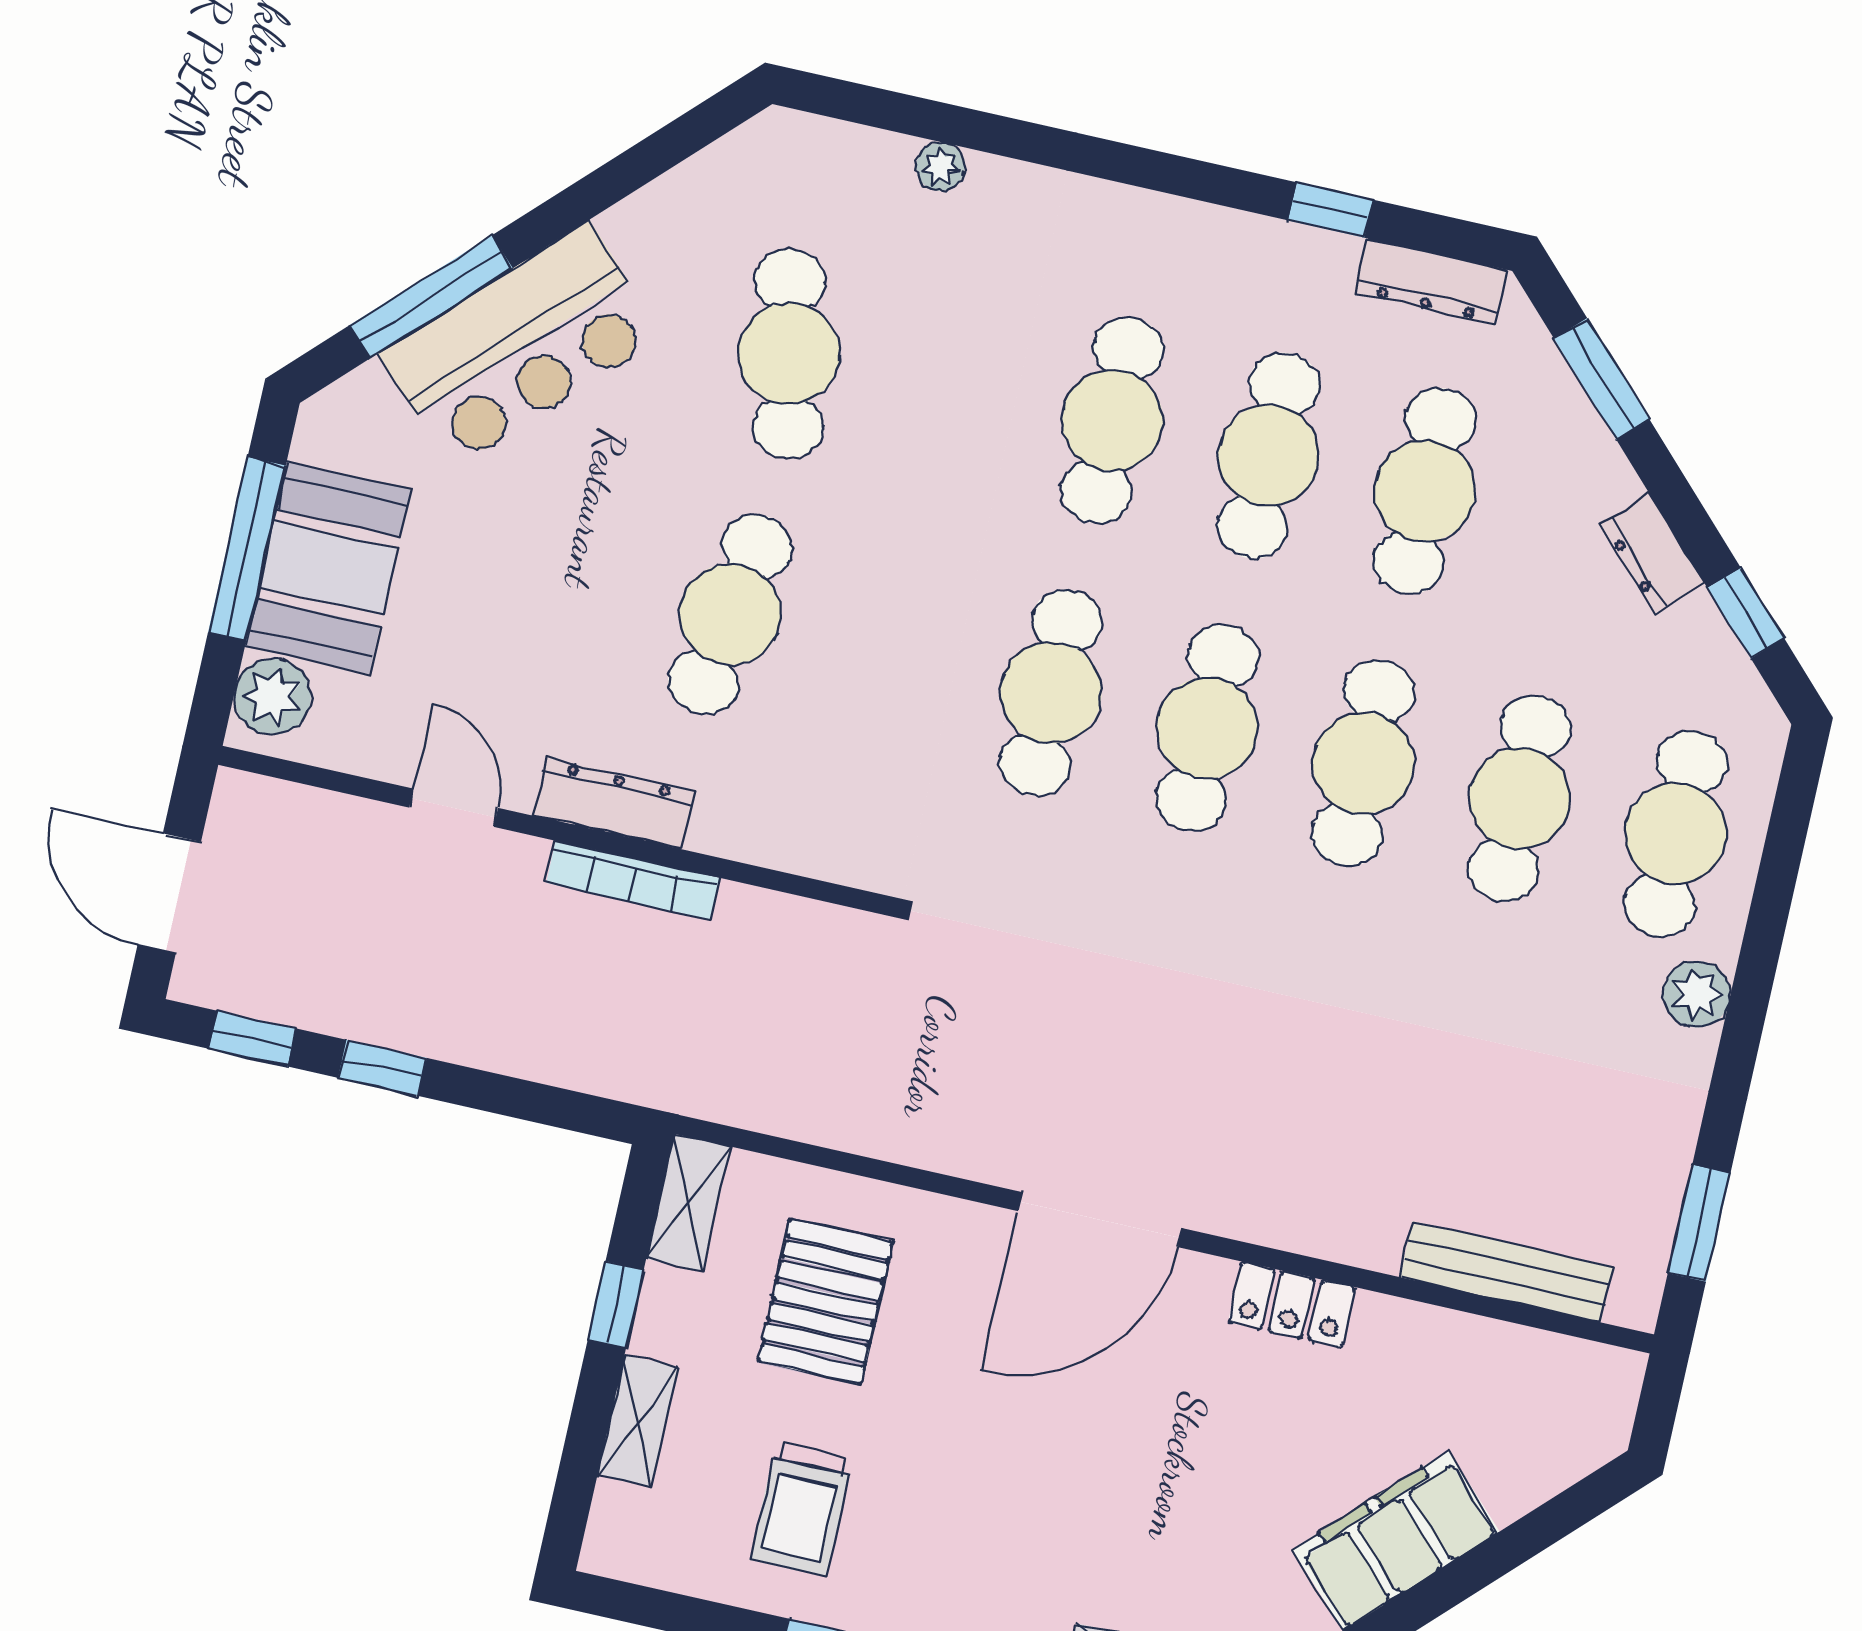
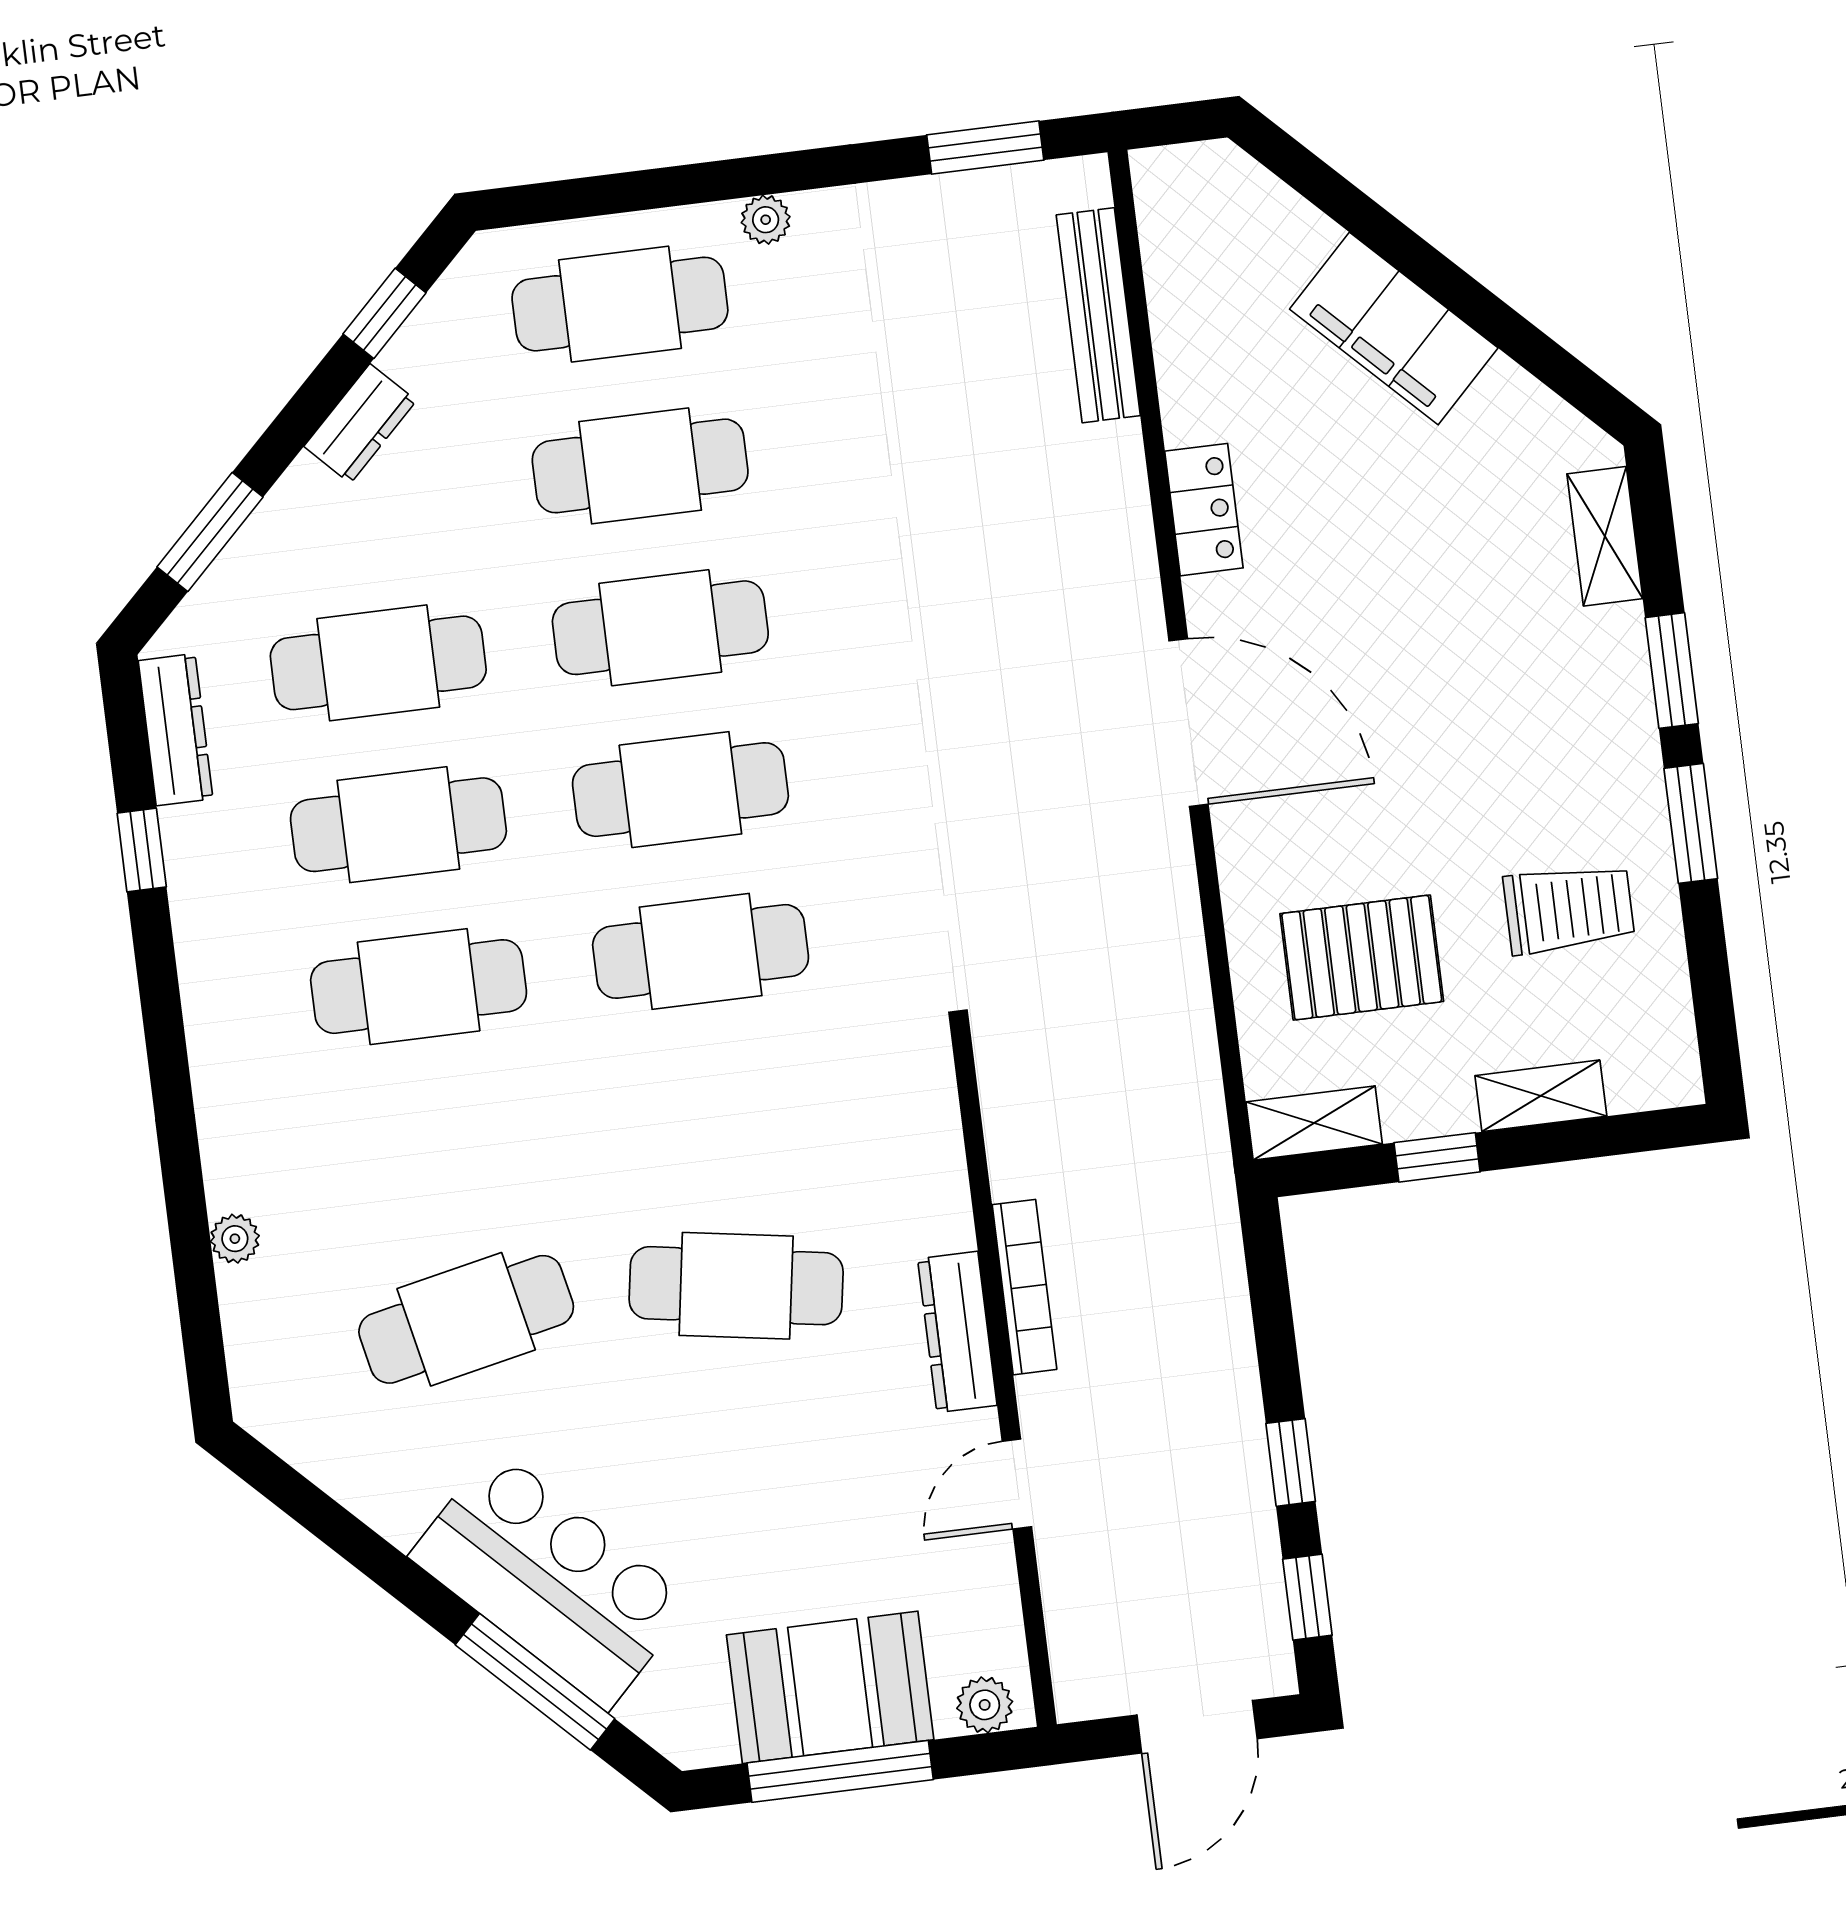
plant: (273, 697) -> (985, 1705), width x0.73, depth x0.73
plant: (1697, 994) -> (766, 220), width x0.73, depth x0.73

